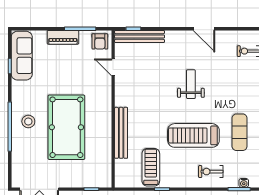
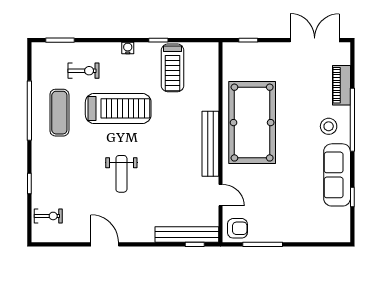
piano: (63, 37) -> (341, 85), moved, turned -90
armchair: (100, 41) -> (237, 228), turned 90
sofa: (22, 56) -> (337, 175), moved
pool table: (66, 127) -> (252, 123), moved
bench: (121, 133) -> (210, 144), moved
exercise bike: (211, 172) -> (83, 71), moved
water cooler: (244, 183) -> (128, 48), moved

